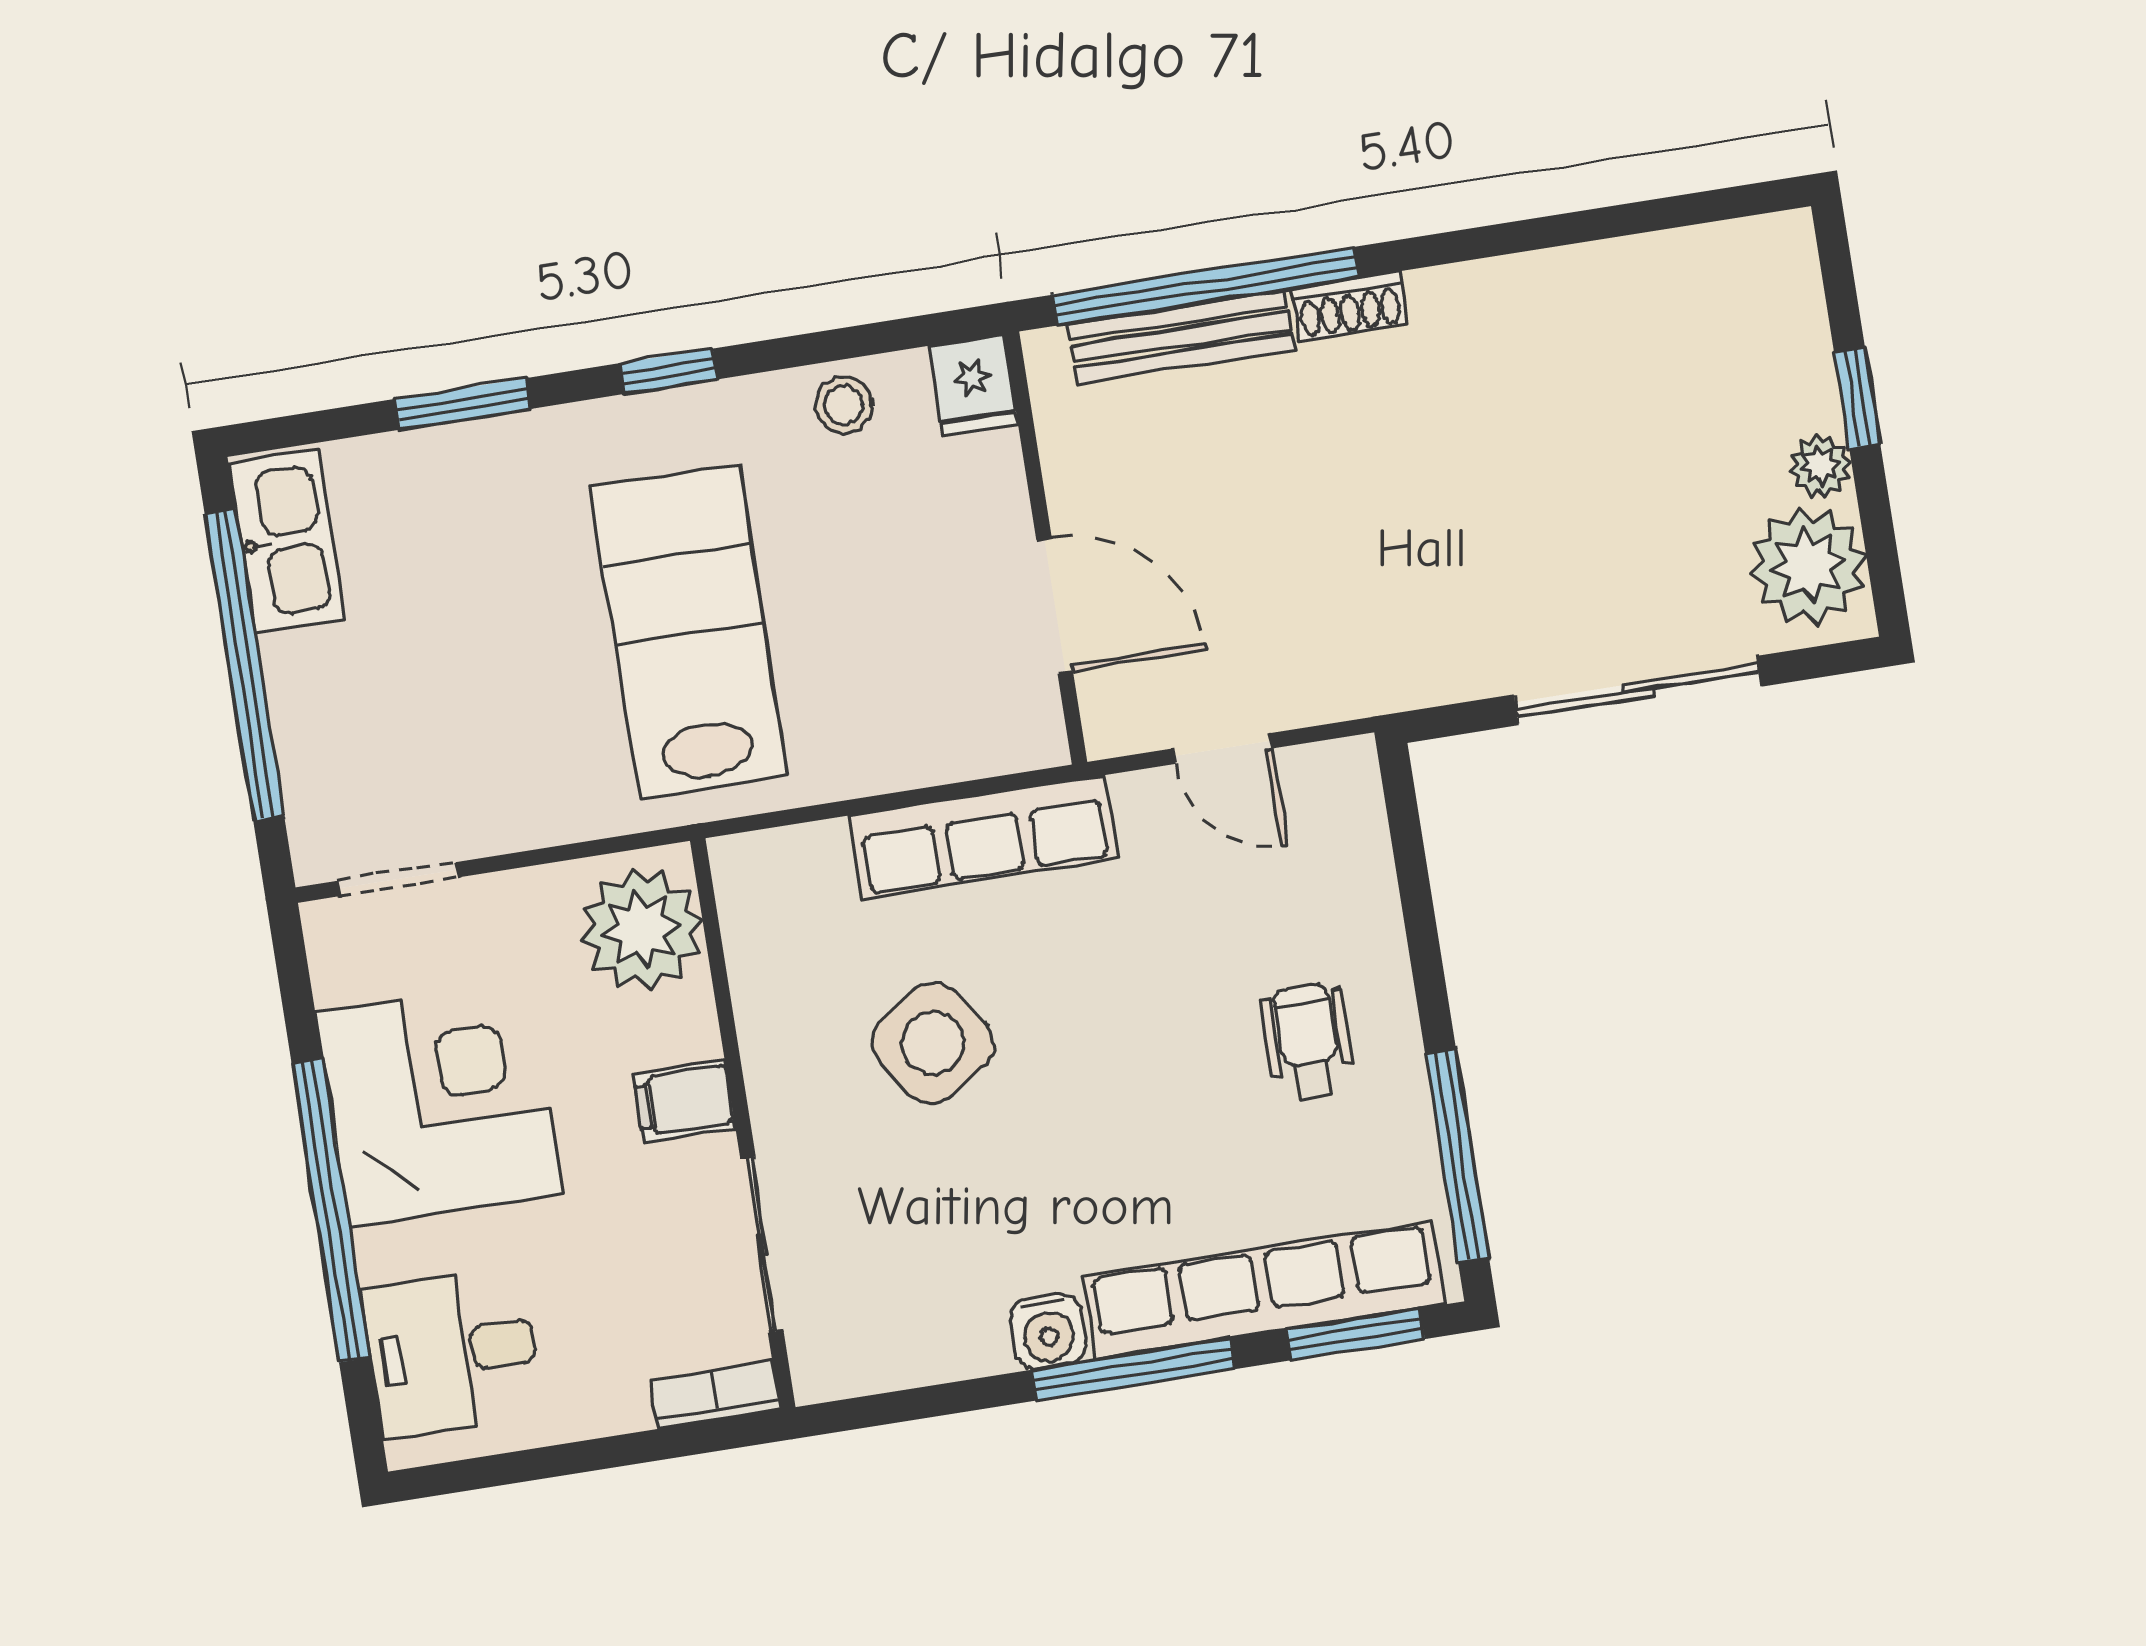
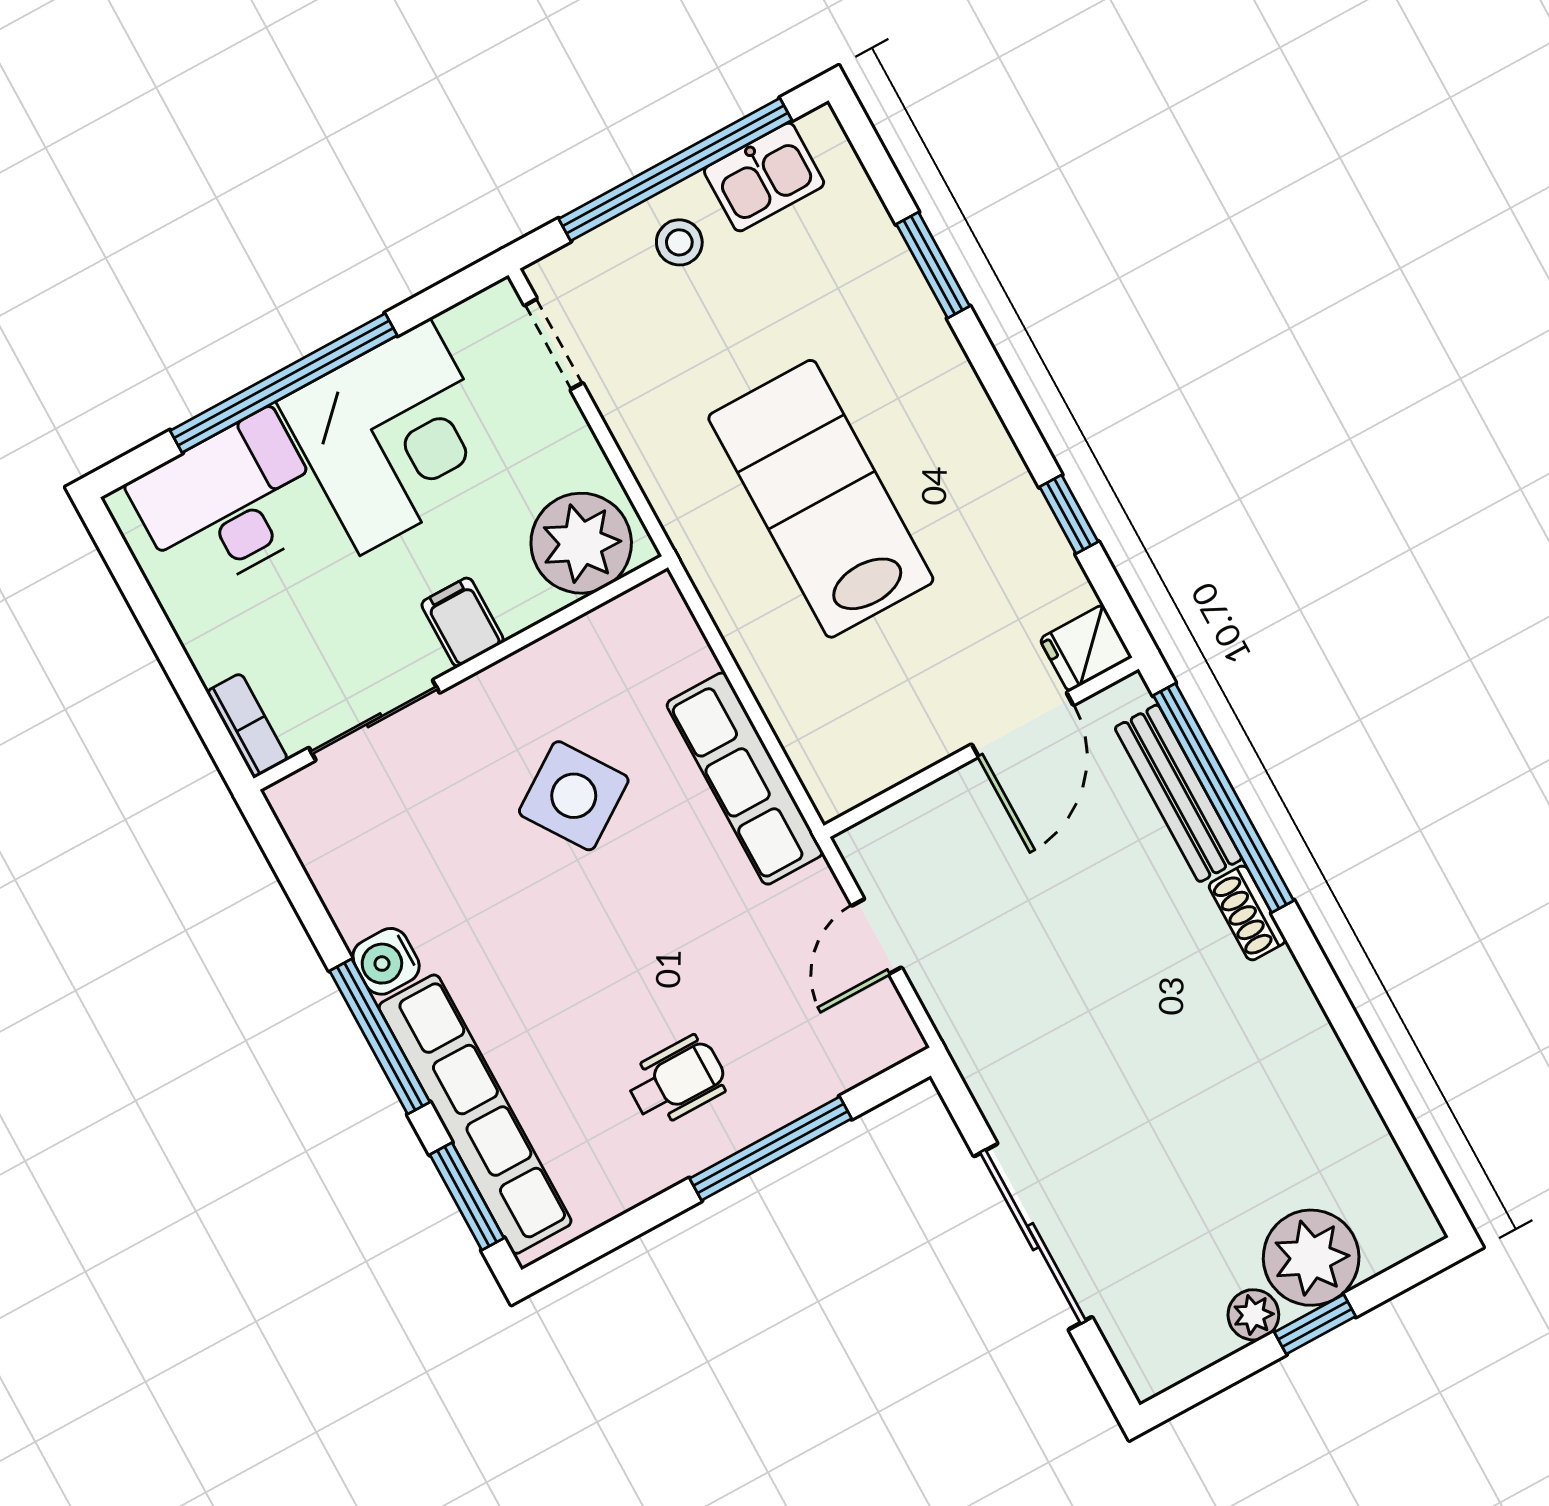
window: (669, 371) -> (1069, 514), moved
stool: (844, 405) -> (679, 242), moved
kitchen sink: (286, 541) -> (764, 177), width x0.73
plant: (1808, 566) -> (1311, 1258), moved
door: (1055, 606) -> (1023, 725), moved
lab bench: (689, 632) -> (821, 499), turned -90
window: (1457, 1155) -> (771, 1149), moved
desk: (452, 1352) -> (229, 503), width x1.37

